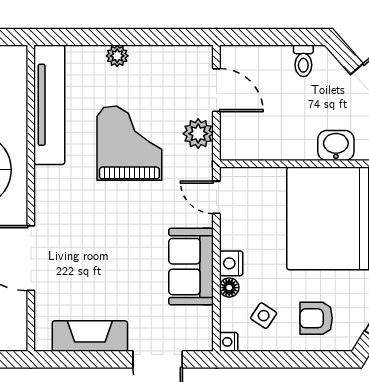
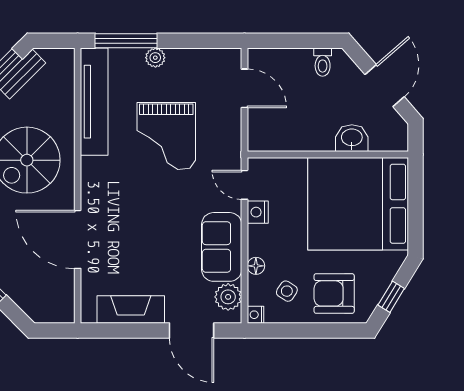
window: (85, 37) -> (126, 41), added
plant: (198, 134) -> (228, 297), moved
grand piano: (129, 143) -> (166, 136), turned 180
nightstand: (231, 263) -> (258, 212), moved
armchair: (316, 318) -> (334, 293), width x1.38, depth x1.38

